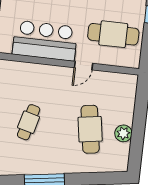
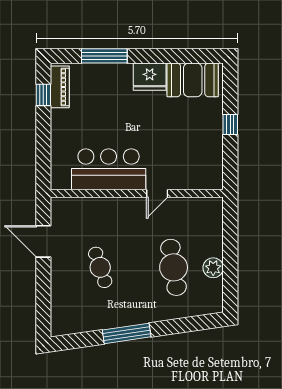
cafe table: (113, 34) -> (188, 153), removed
cafe table: (29, 122) -> (100, 267), turned -33

